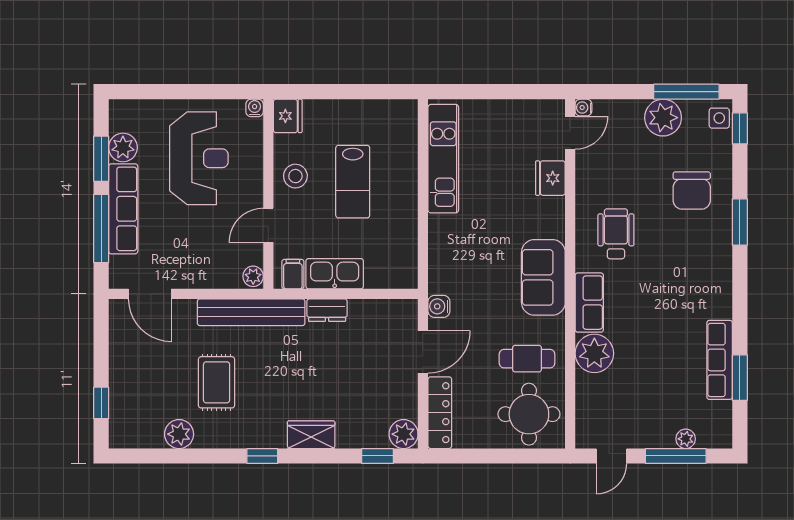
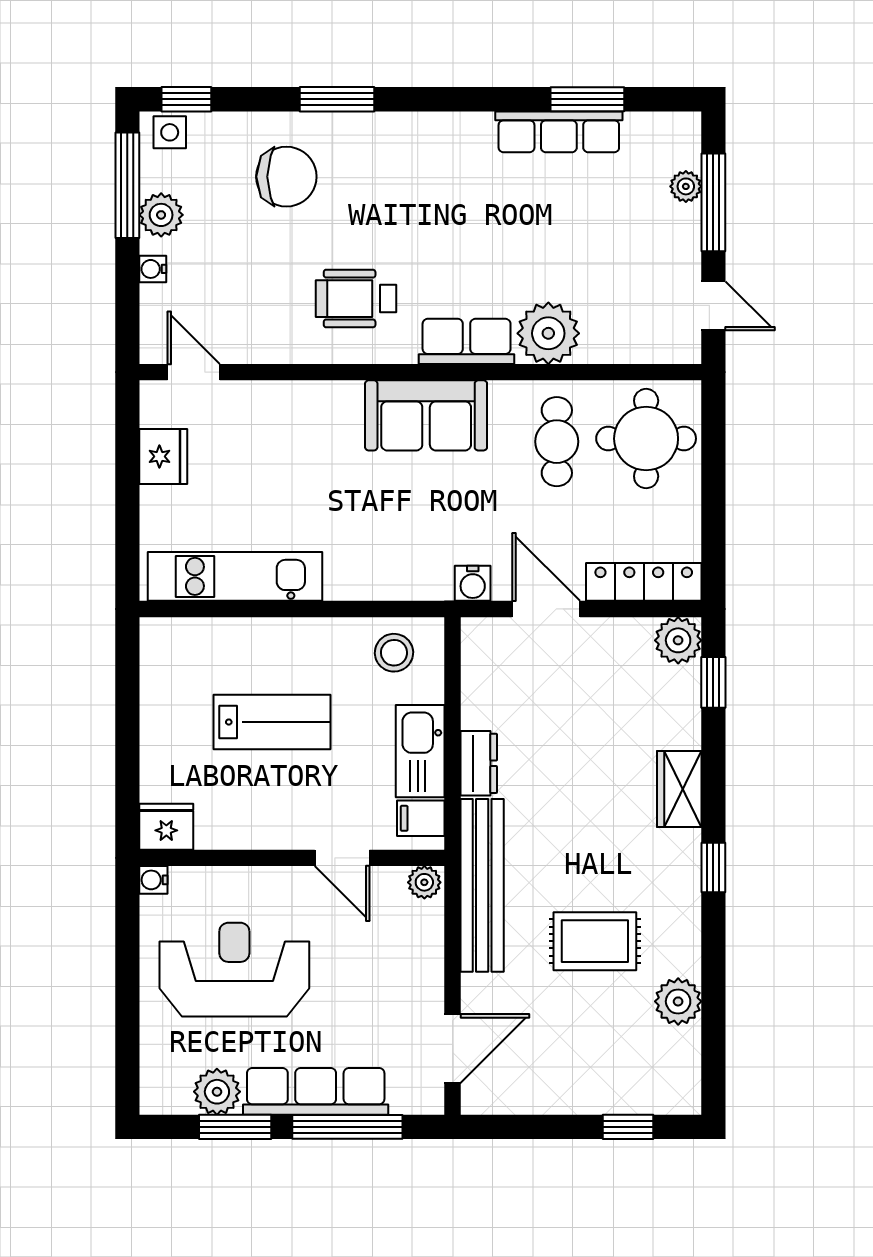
water cooler: (583, 108) -> (153, 269), moved, turned 90
plant: (663, 118) -> (161, 215), width x0.73, depth x0.73
stool: (295, 176) -> (394, 653), moved
fridge: (550, 178) -> (163, 456), moved, turned -90

